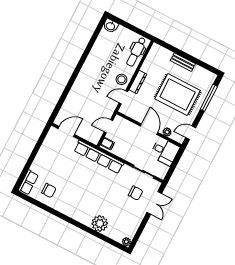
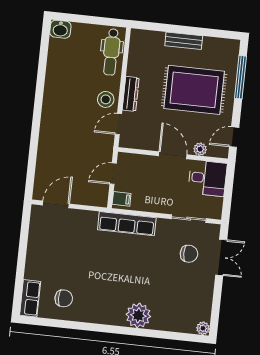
row of seats: (99, 157) -> (127, 224), width x0.73
plant: (100, 224) -> (138, 315), moved

